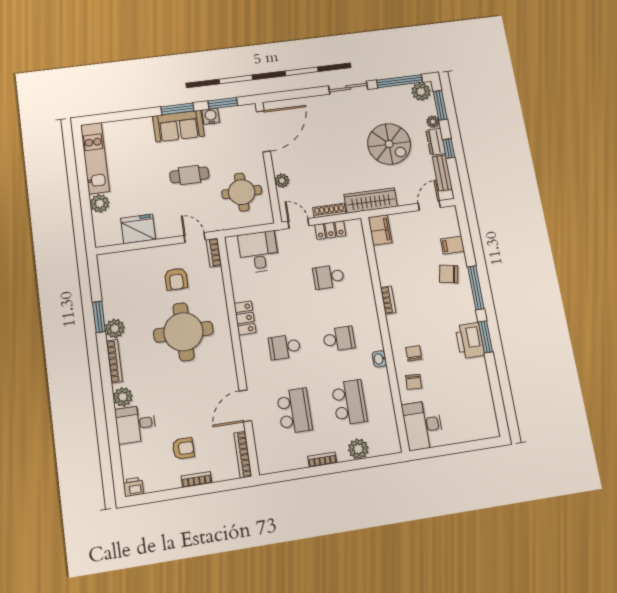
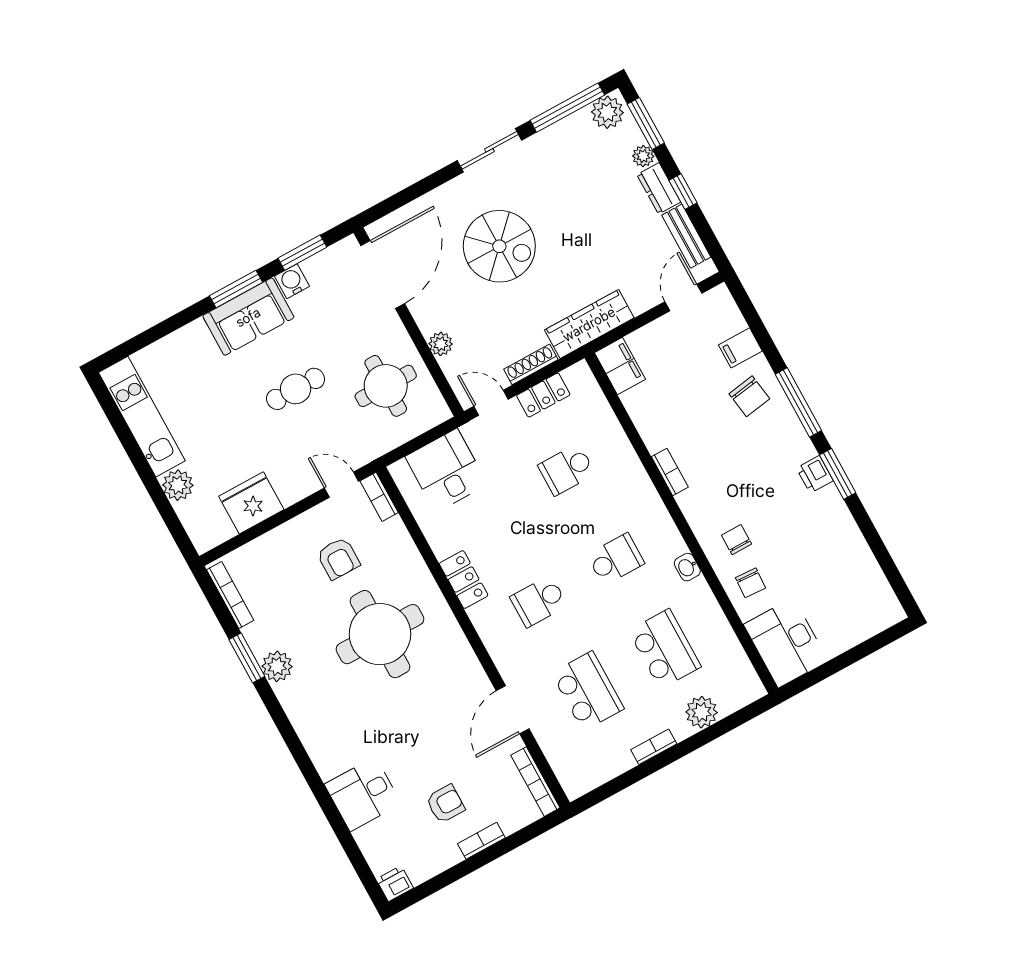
spiral stairs: (389, 144) -> (499, 246), moved
chair: (449, 274) -> (749, 396), turned -110
printer: (470, 341) -> (815, 474), width x0.53, depth x0.68
bookcase: (114, 361) -> (230, 595), moved
plant: (123, 397) -> (329, 762), removed

